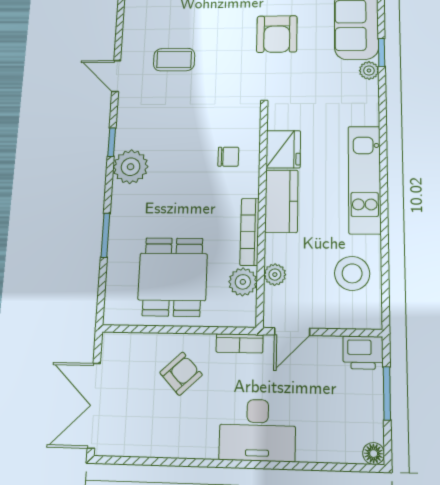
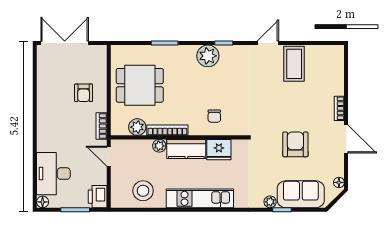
armchair: (277, 34) -> (295, 144), turned 90
coffee table: (174, 60) -> (294, 64), moved, width x1.36, depth x1.30
plant: (275, 275) -> (159, 146), moved
armchair: (181, 374) -> (84, 93), turned 43
desk: (257, 430) -> (53, 174), moved

